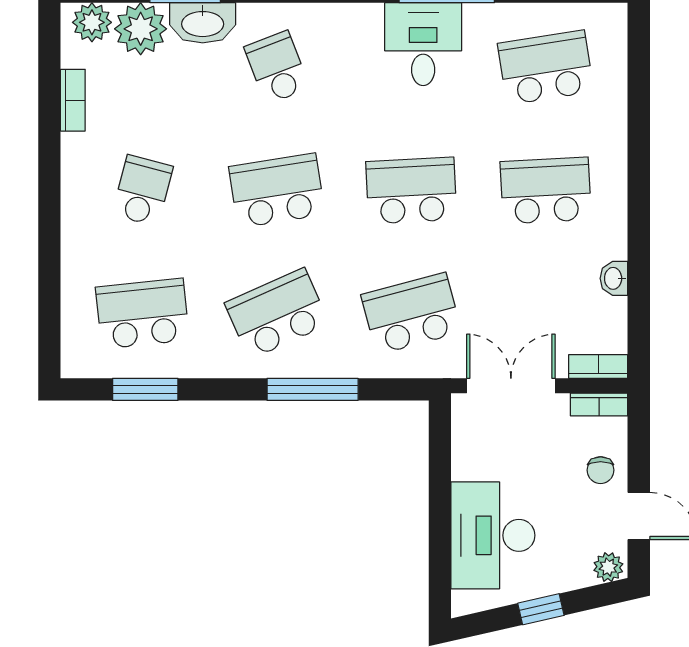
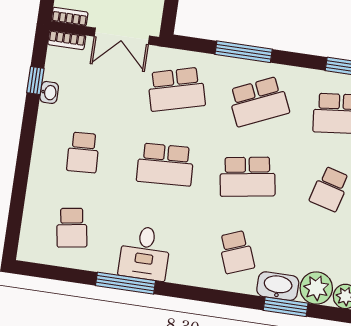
school desk: (546, 68) -> (72, 228), width x0.54
school desk: (546, 191) -> (83, 152), width x0.54
window: (639, 294) -> (35, 81), added

